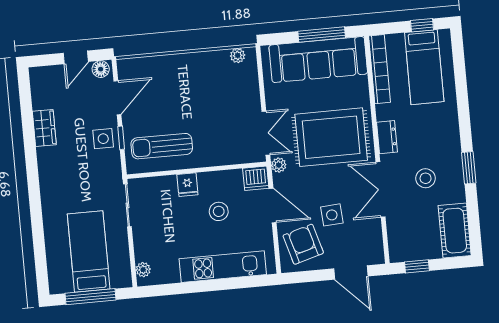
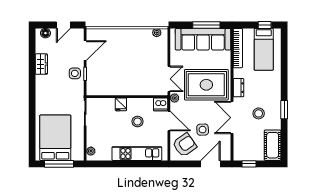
floor lamp: (101, 69) -> (45, 33), moved
sun lounger: (162, 146) -> (108, 81), removed
armchair: (303, 244) -> (185, 145), turned 71
bed: (89, 252) -> (55, 138), width x1.50
door: (351, 272) -> (210, 164), swing flipped

